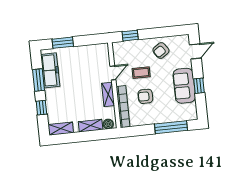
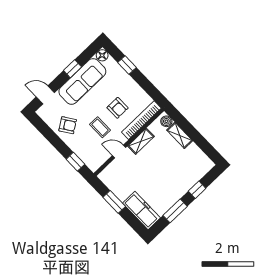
window: (63, 43) -> (114, 202), moved
freezer: (50, 70) -> (141, 210), moved, turned 90
sofa: (184, 86) -> (82, 81), width x1.36
floor lamp: (192, 115) -> (102, 55), added
window: (171, 127) -> (127, 65), width x0.46
shelving: (61, 129) -> (202, 159), removed

